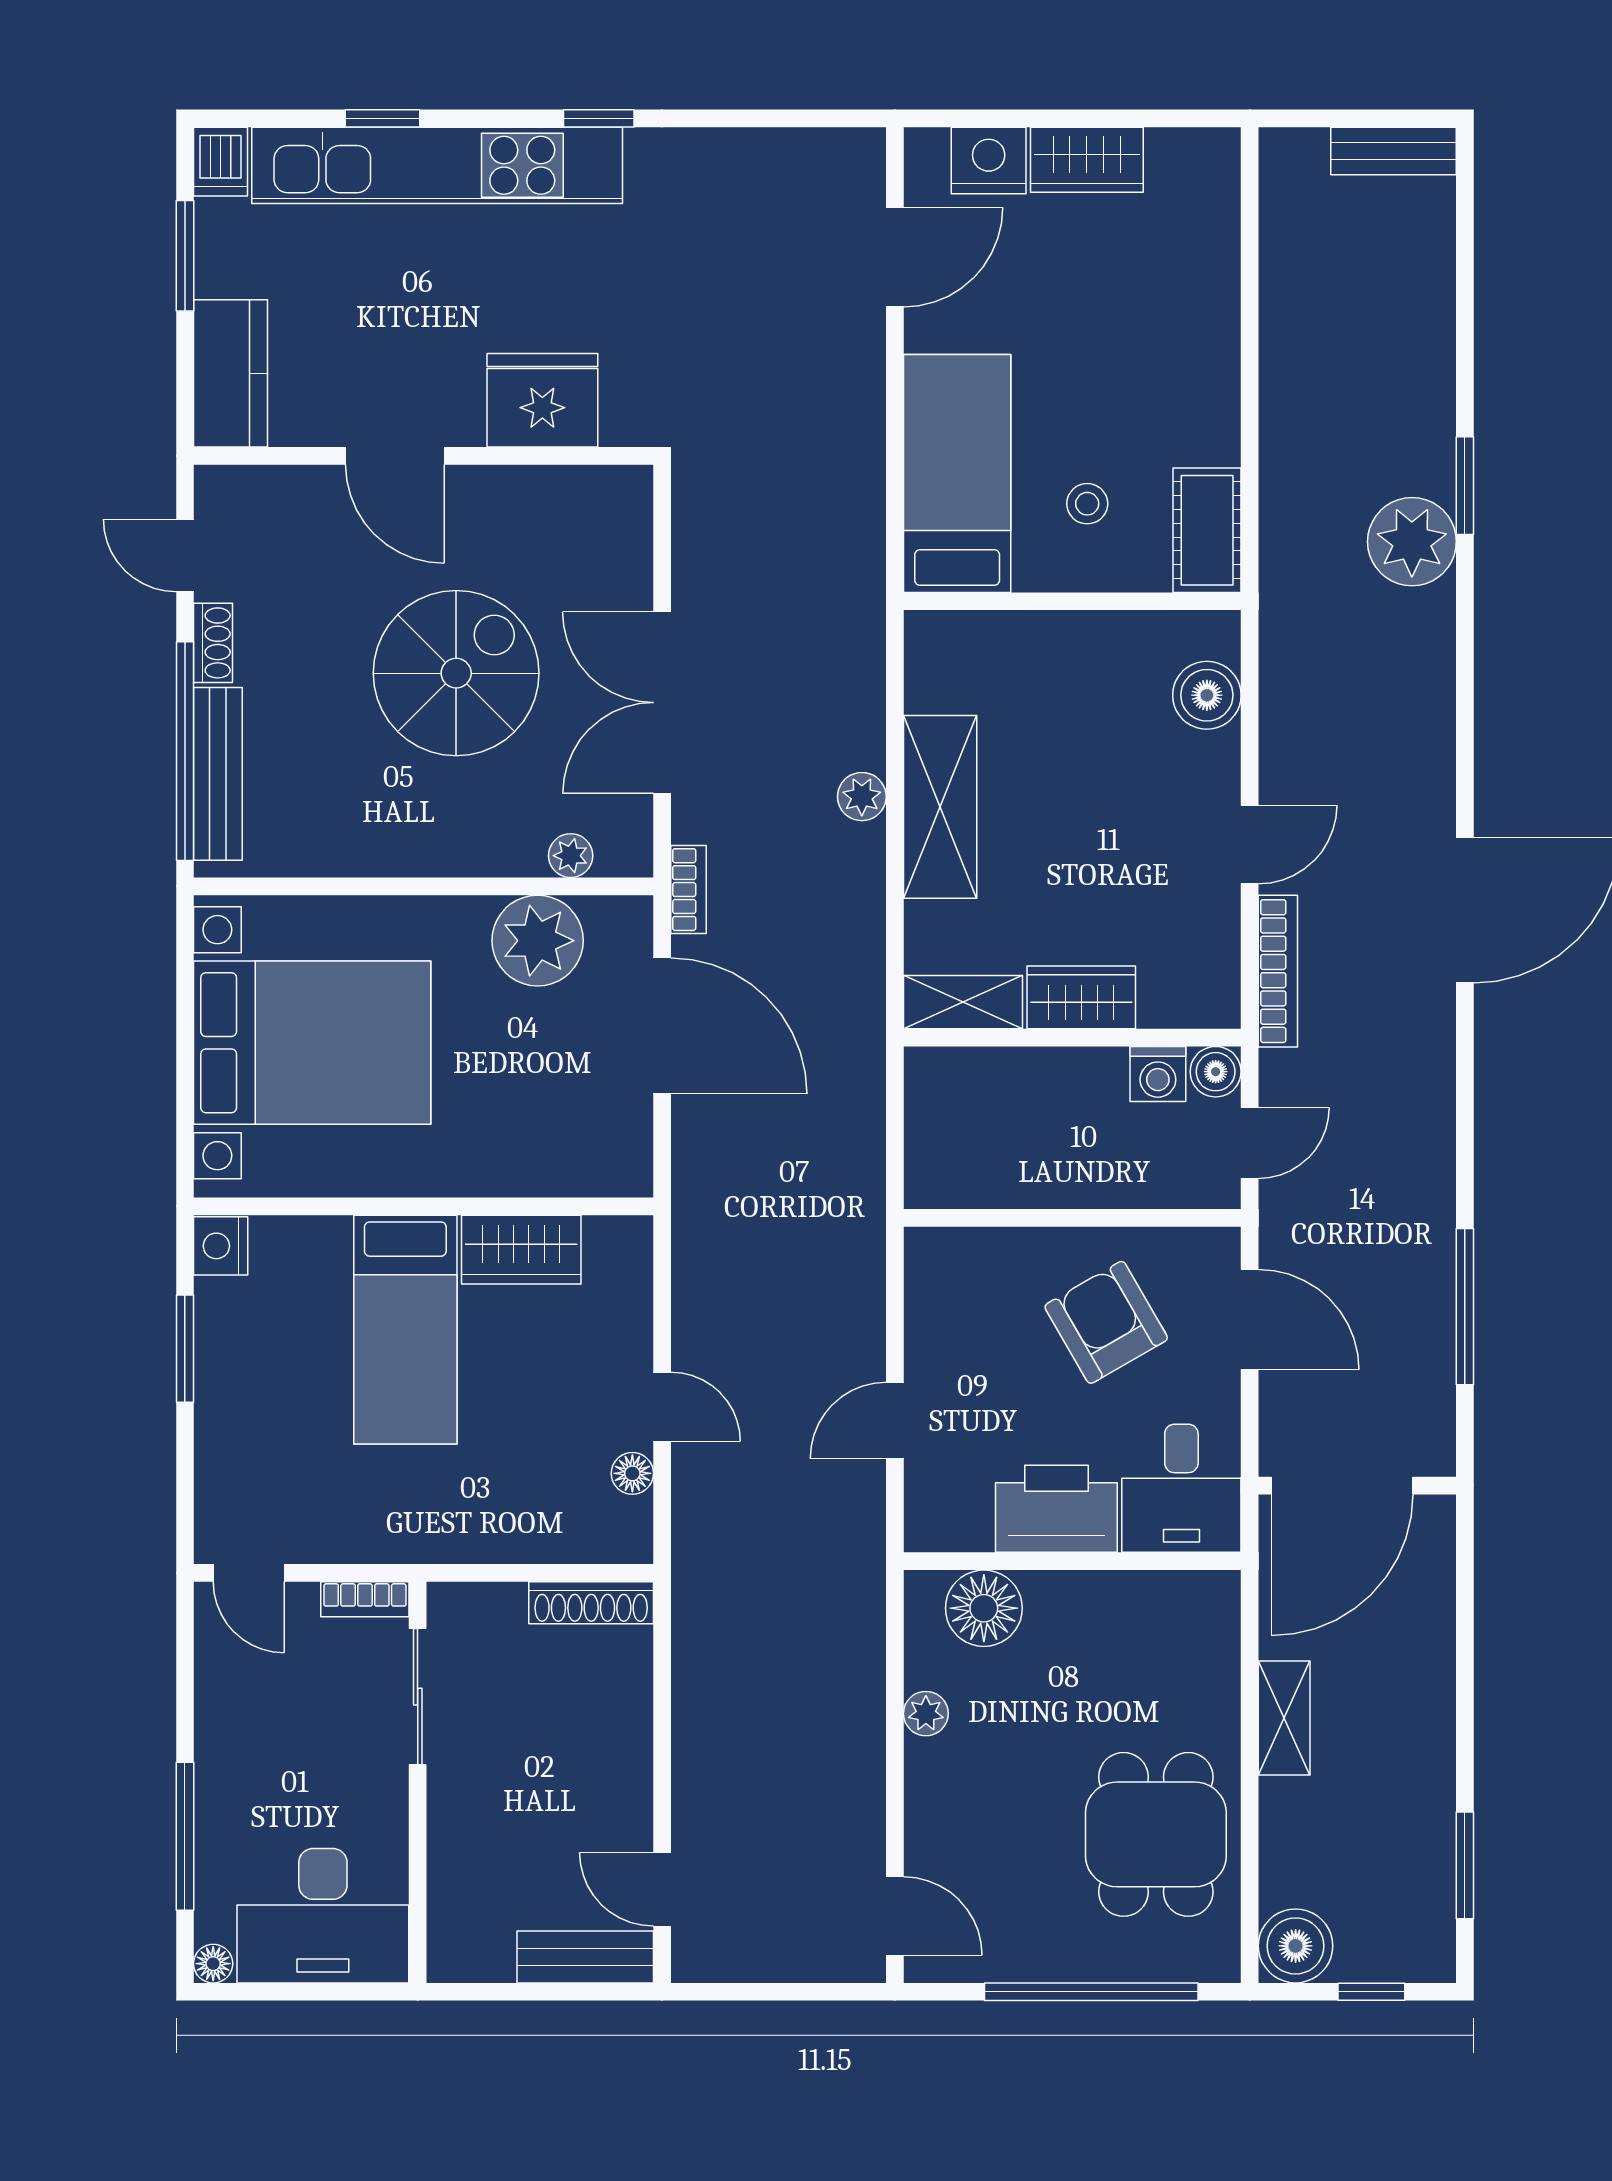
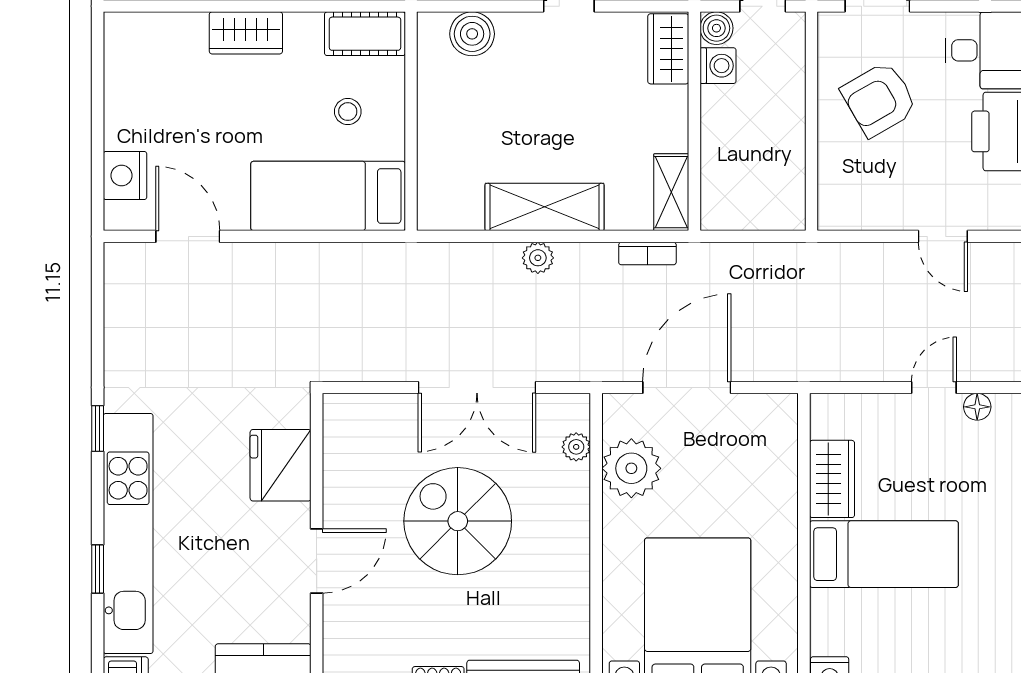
wardrobe: (1087, 160) -> (246, 33), moved, turned 90
bookcase: (688, 890) -> (647, 254), moved, turned 180
wardrobe: (1081, 997) -> (668, 49), moved

